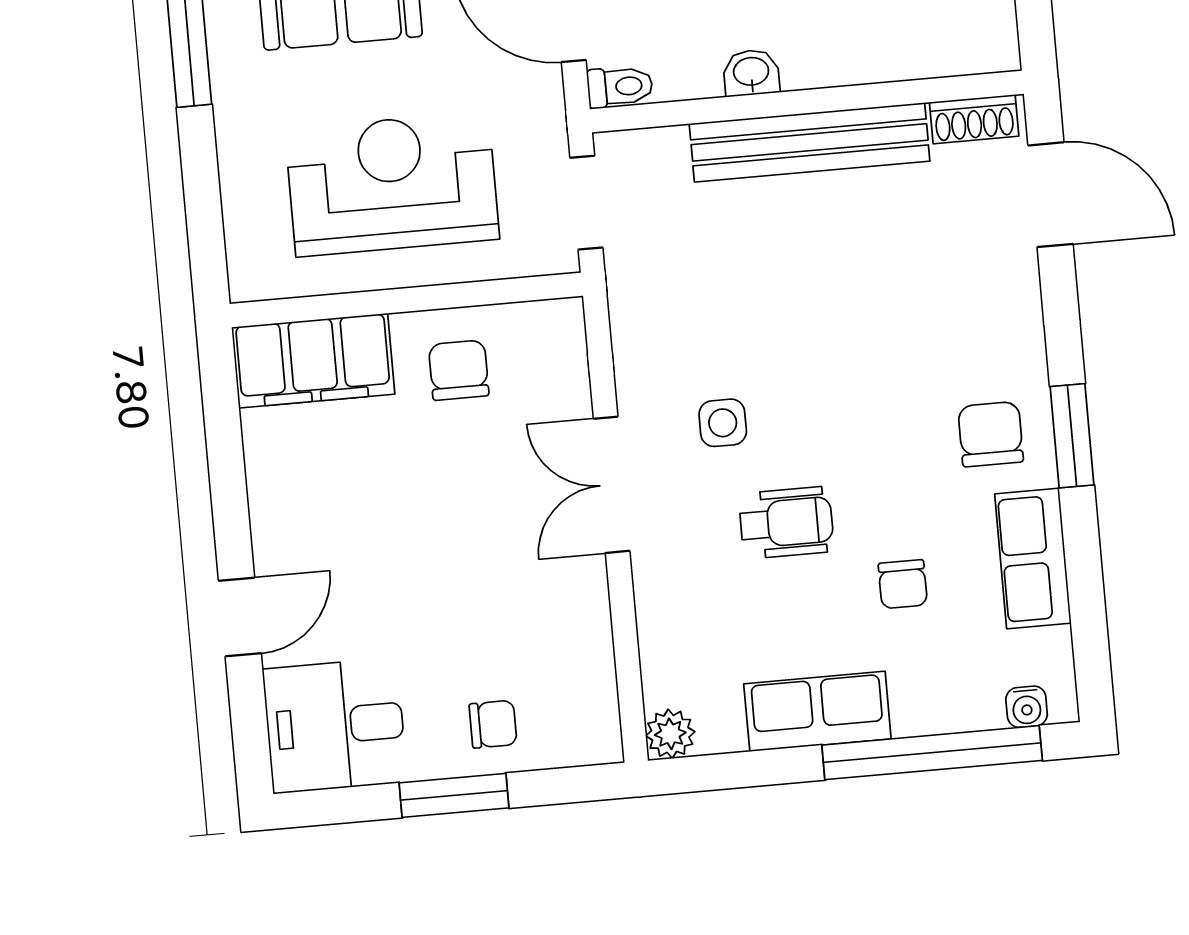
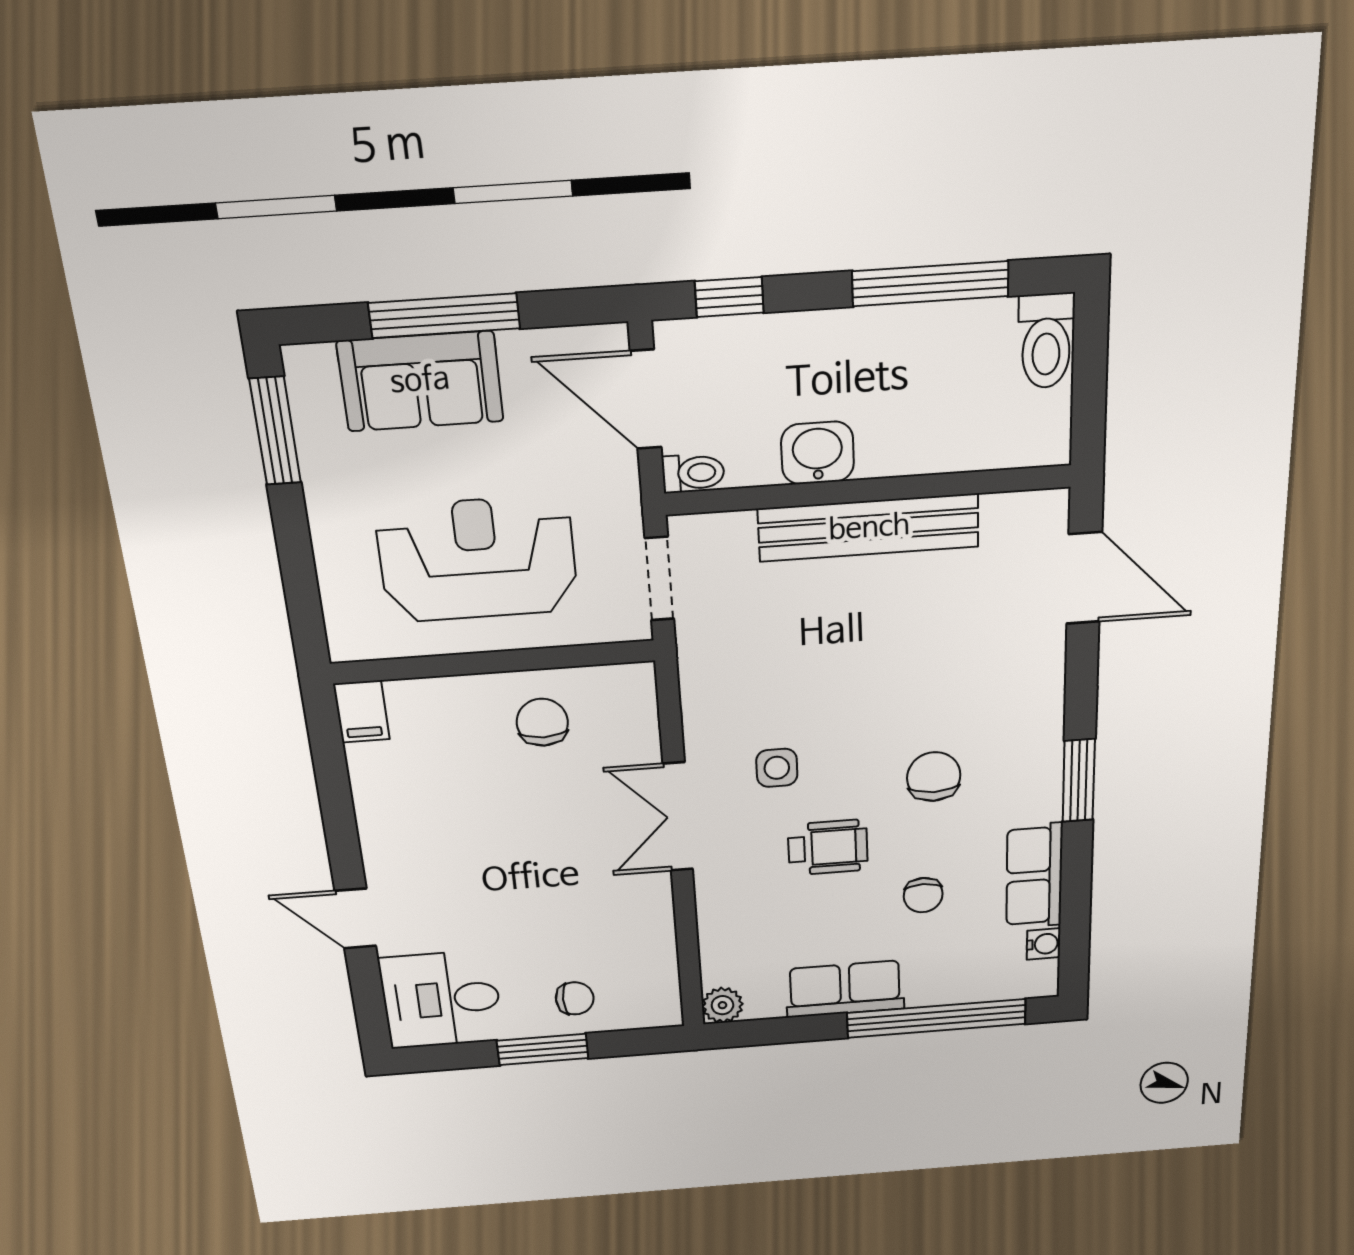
washbasin: (751, 73) -> (817, 453), width x1.38, depth x1.45
shoe rack: (974, 119) -> (1022, 509), removed
filing cabinet: (313, 361) -> (361, 712), width x0.33, depth x0.86
chair: (991, 434) -> (934, 777), moved
door: (240, 617) -> (355, 919), swing flipped
water cooler: (1027, 707) -> (1044, 944), moved, turned -90

